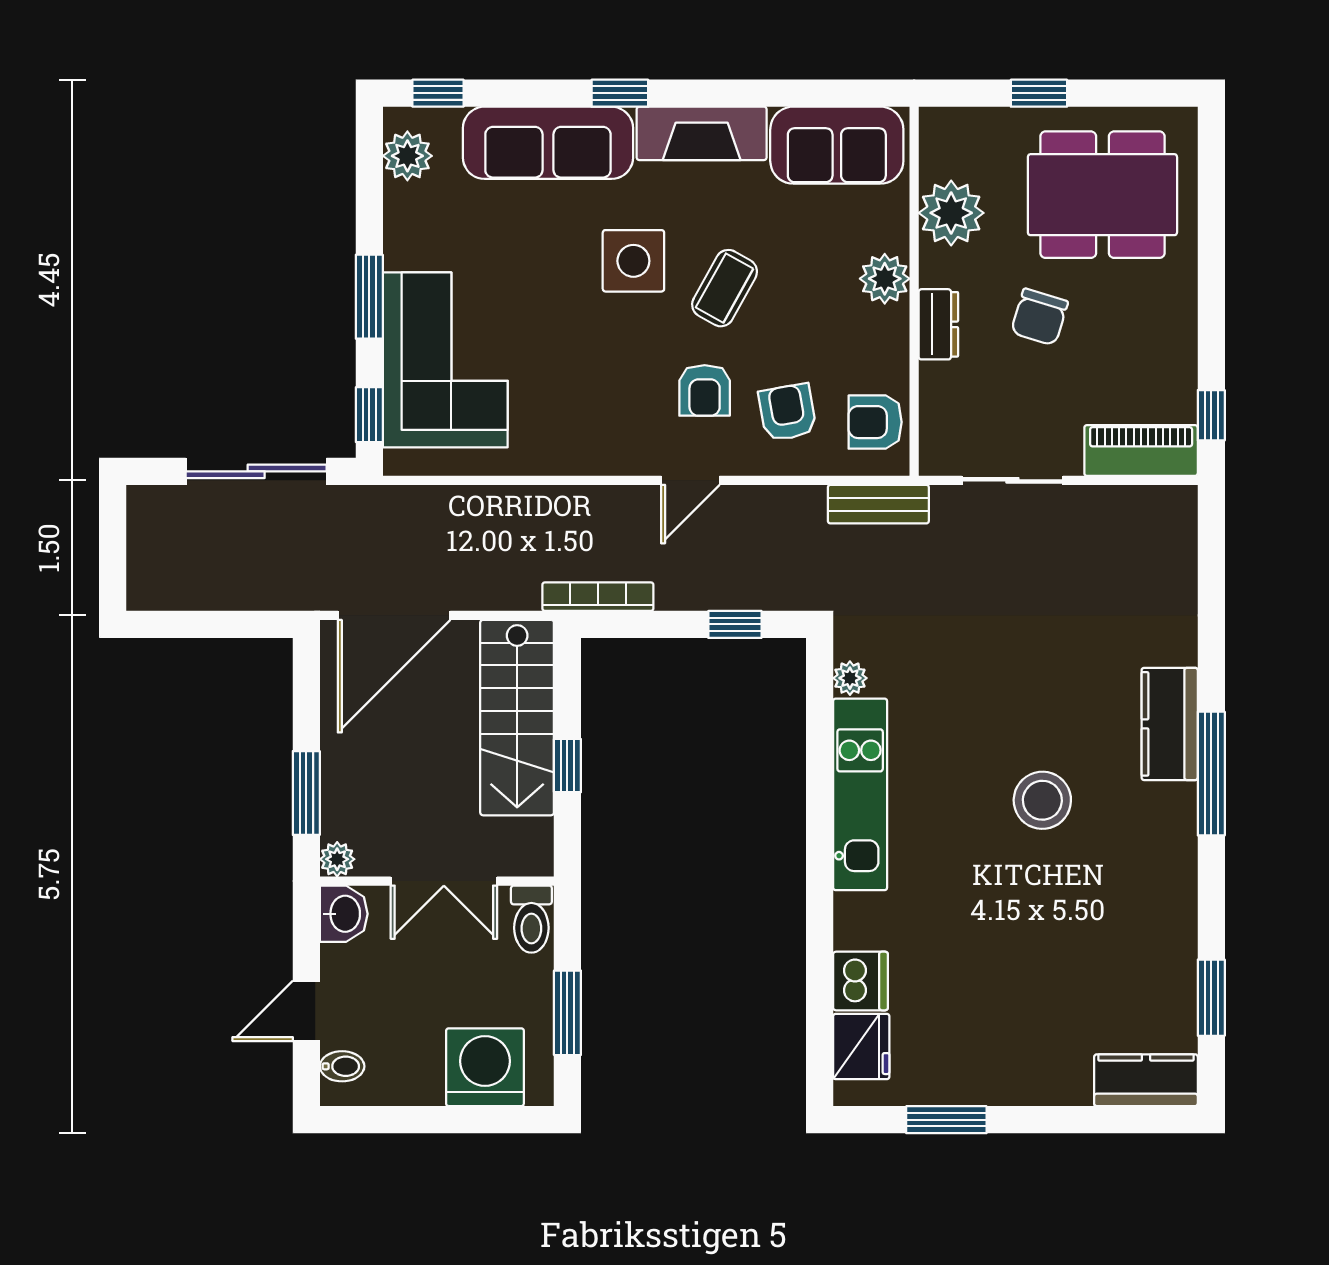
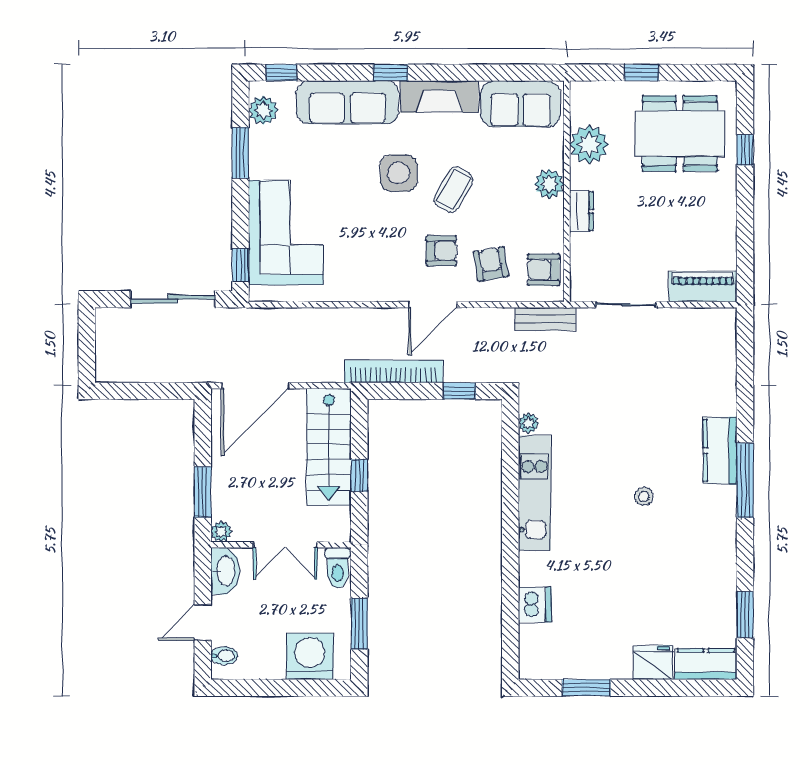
window: (369, 297) -> (240, 153), moved
chair: (1039, 317) -> (642, 207), removed
armchair: (705, 390) -> (441, 251), turned -90
window: (1211, 415) -> (745, 150), moved
door: (690, 480) -> (433, 305), width x1.38
bookcase: (598, 597) -> (393, 372), width x1.48, depth x1.31
stool: (1042, 800) -> (644, 496), width x0.53, depth x0.53
washbasin: (344, 914) -> (225, 571), width x1.38
fridge: (861, 1047) -> (653, 663), moved, turned -90

